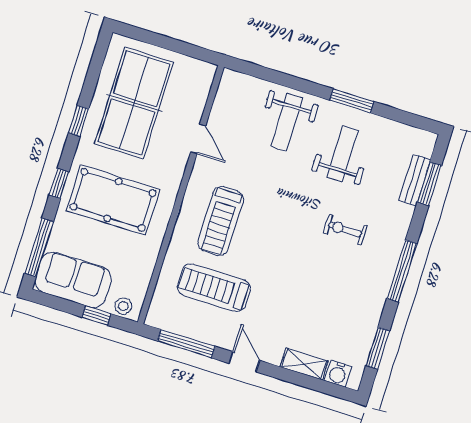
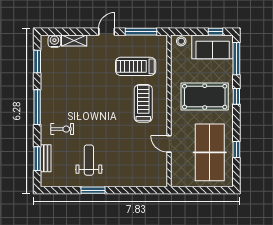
window: (79, 121) -> (236, 150), moved
weight bench: (287, 122) -> (124, 168), removed
weight bench: (343, 154) -> (89, 160), turned 180
exercise bike: (345, 230) -> (62, 129), moved
treadmill: (214, 288) -> (136, 66), turned 180
window: (96, 315) -> (215, 32), moved
door: (244, 362) -> (107, 32), swing flipped

